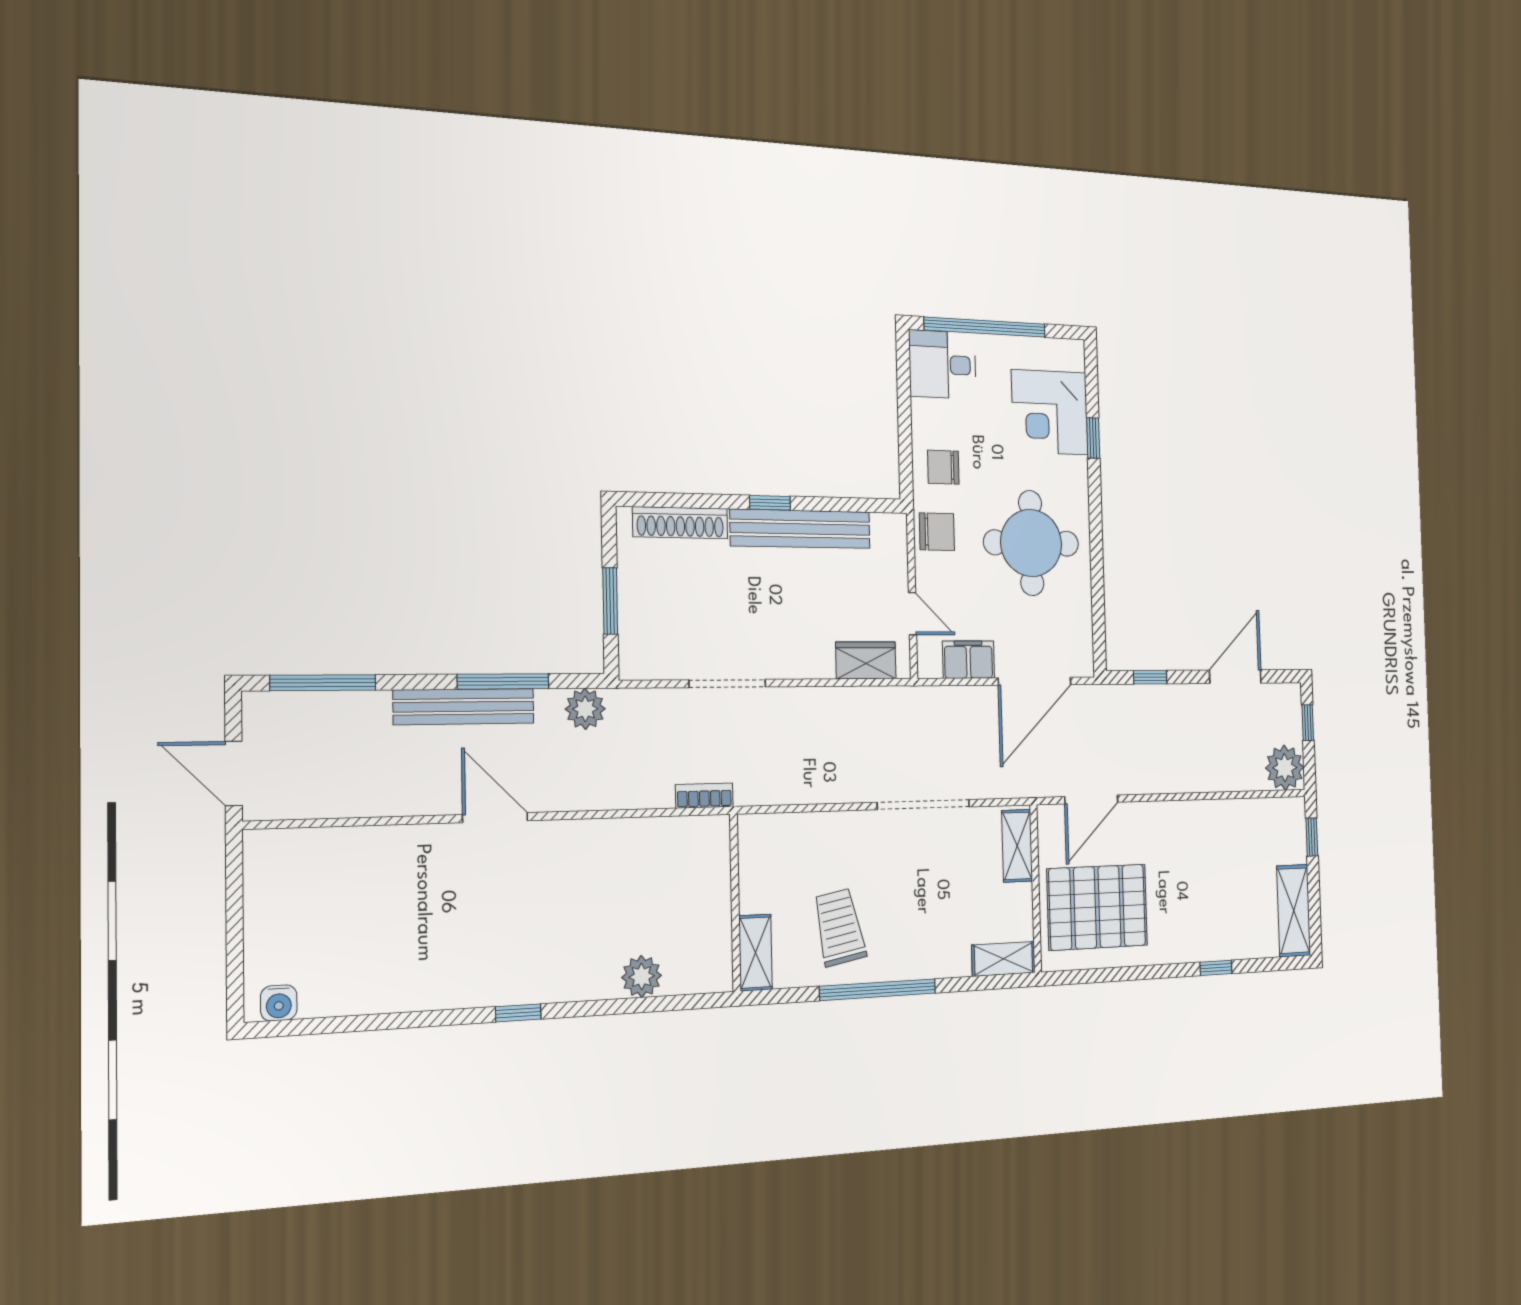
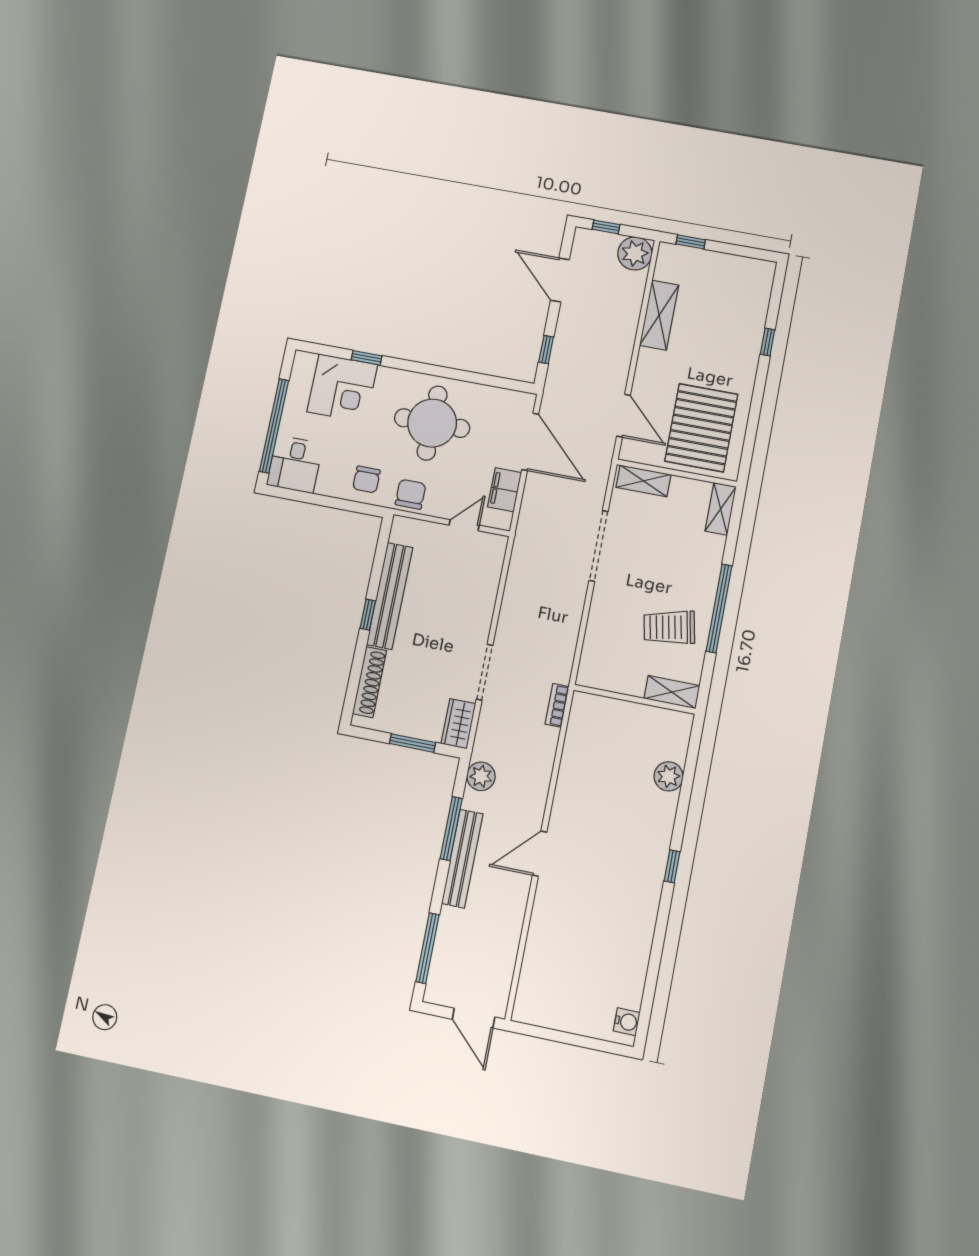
wardrobe: (866, 660) -> (458, 724), moved
door: (234, 774) -> (474, 1018), hinge flipped
shelving: (1294, 911) -> (659, 315), moved, turned 90

